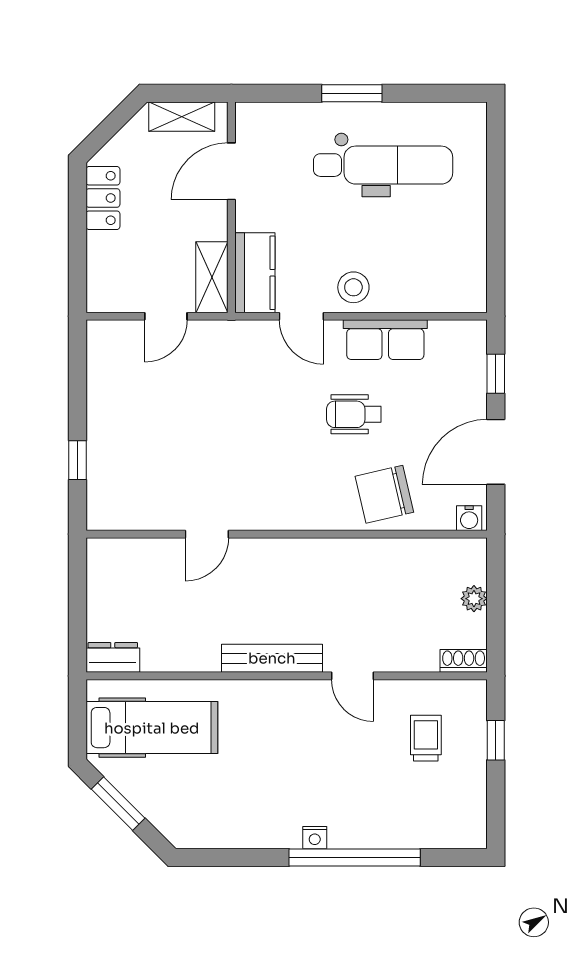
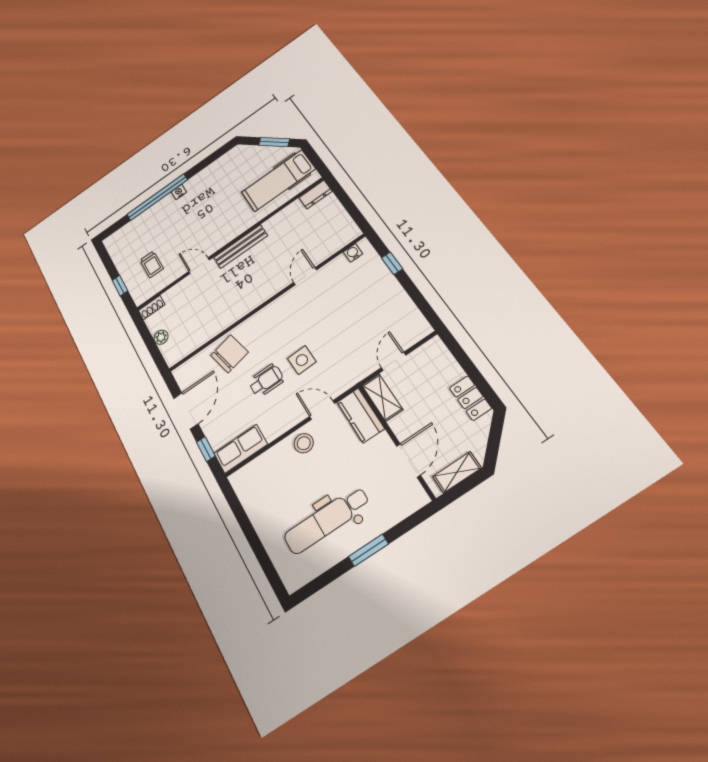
row of seats: (385, 340) -> (241, 449), moved
side table: (287, 408) -> (302, 360), added
water cooler: (469, 518) -> (353, 253), moved

